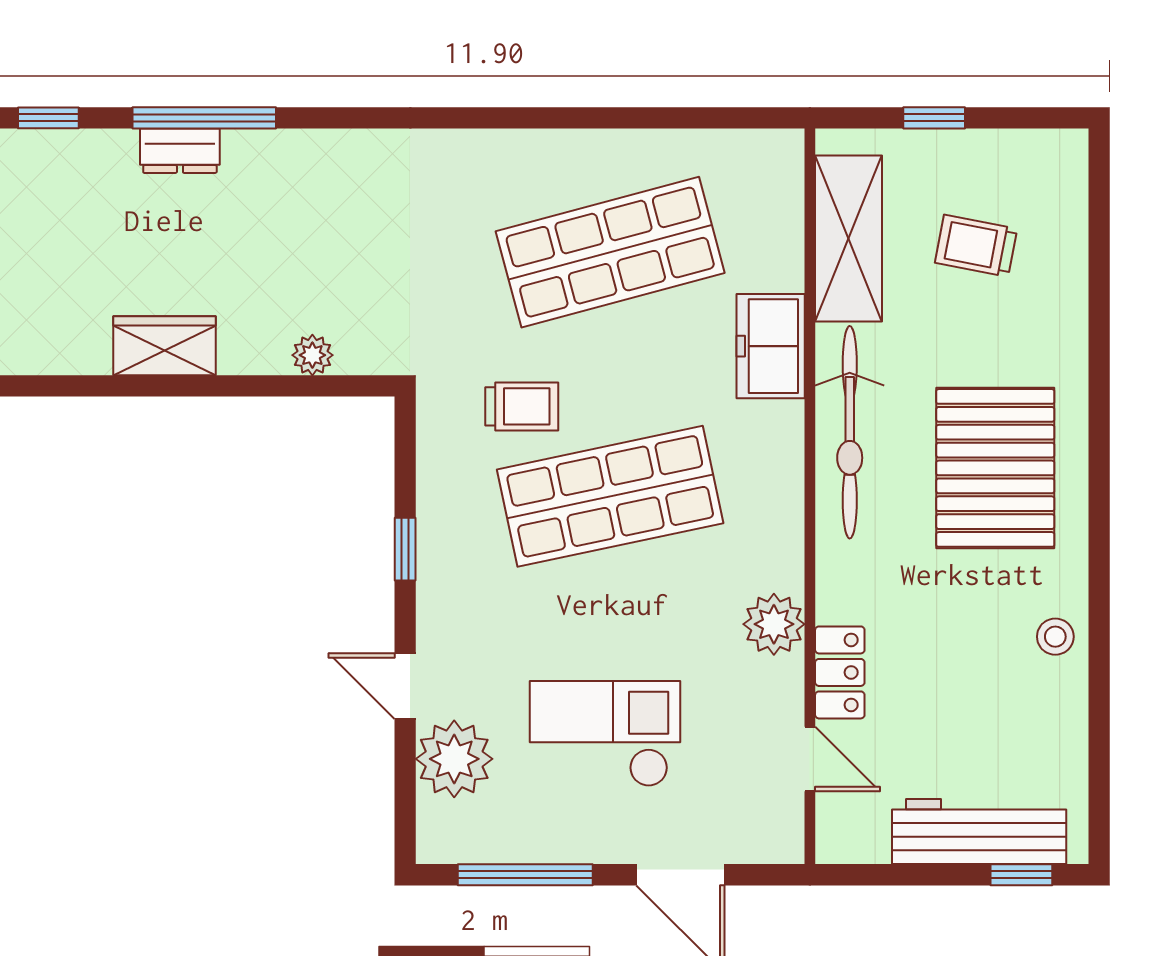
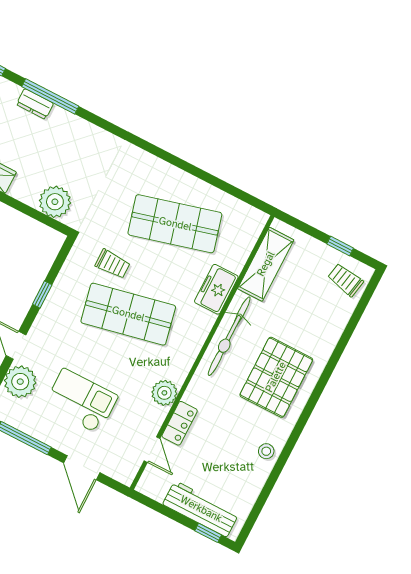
window: (934, 118) -> (340, 246), moved
trolley: (976, 246) -> (345, 280), moved
plant: (312, 355) -> (55, 202), width x1.88, depth x1.88

